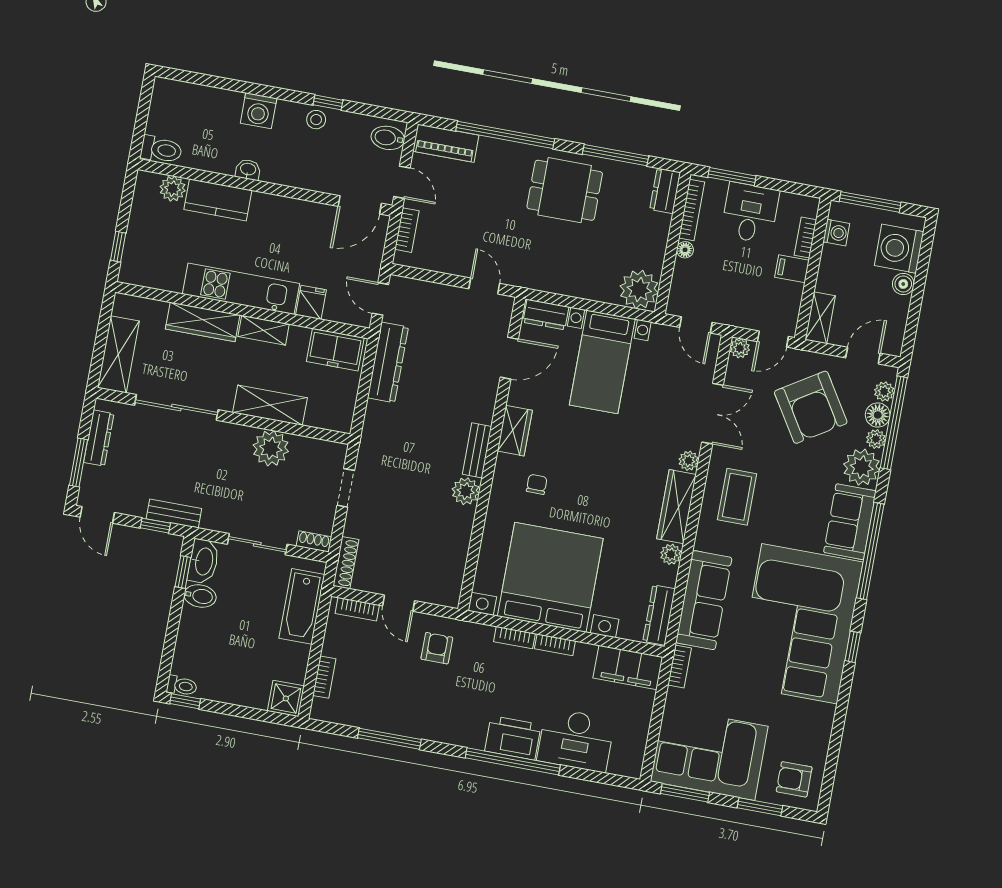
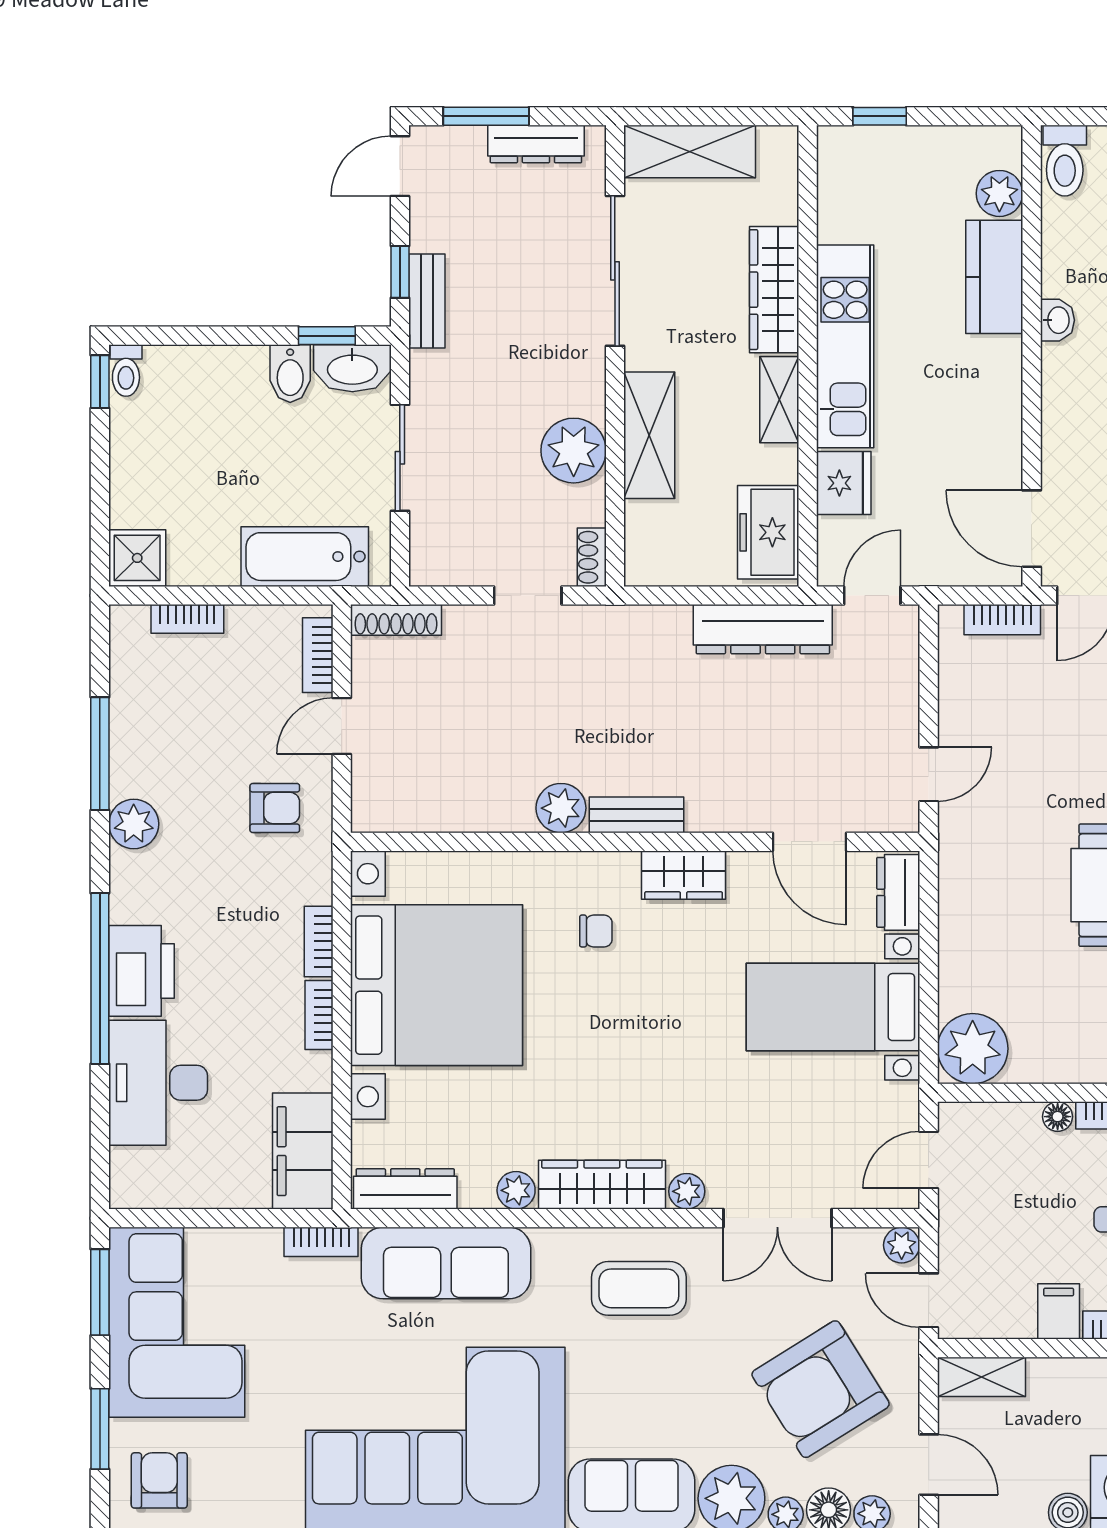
fridge: (311, 302) -> (844, 483), width x1.38
shoe rack: (314, 541) -> (592, 557), moved, turned 180
plant: (431, 727) -> (134, 824), added

